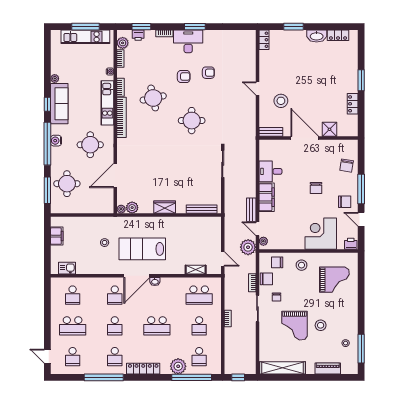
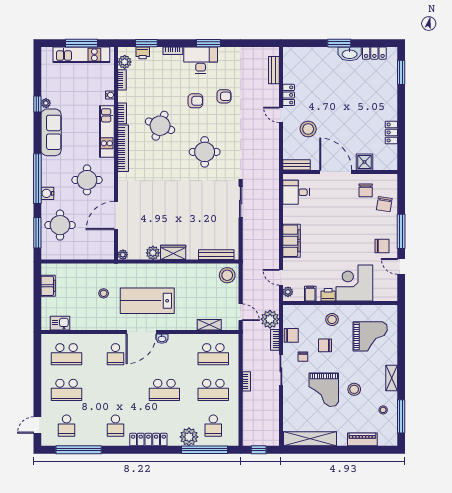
window: (294, 27) -> (339, 43), moved
locker: (264, 40) -> (289, 95), moved
window: (361, 80) -> (401, 72), moved
round table: (153, 98) -> (160, 126), turned 33
window: (47, 104) -> (37, 104), moved
water cooler: (56, 141) -> (47, 193), moved
desk: (270, 171) -> (296, 192), moved
chair: (316, 188) -> (366, 190), moved
plant: (132, 208) -> (153, 253), moved
bench: (251, 210) -> (274, 70), moved
stool: (211, 227) -> (227, 275), added
filing cabinet: (283, 243) -> (310, 294), added
printer: (351, 244) -> (328, 295), moved
plant: (248, 247) -> (270, 319), moved
chair: (277, 262) -> (325, 345), moved
school desk: (73, 295) -> (67, 354), width x1.85
shelving: (353, 316) -> (392, 378), added
school desk: (115, 326) -> (115, 390), removed
school desk: (199, 326) -> (213, 390), width x1.85
door: (47, 356) -> (37, 425), hinge flipped
window: (104, 377) -> (79, 450), moved

